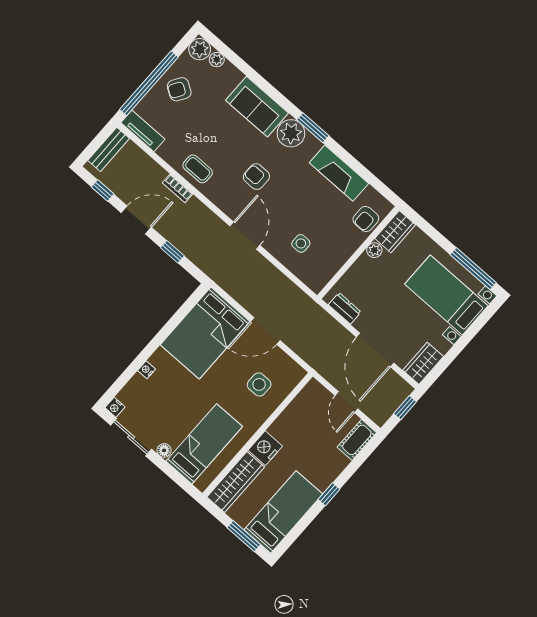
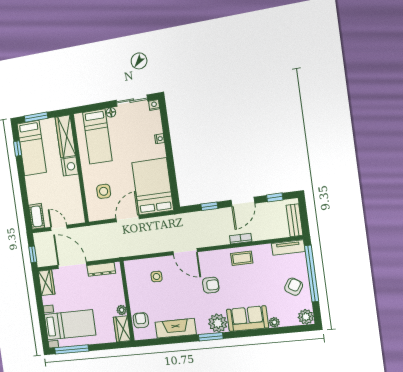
plant: (217, 60) -> (274, 322), moved
dresser: (345, 308) -> (101, 269), width x1.44
window: (329, 494) -> (18, 149), moved

